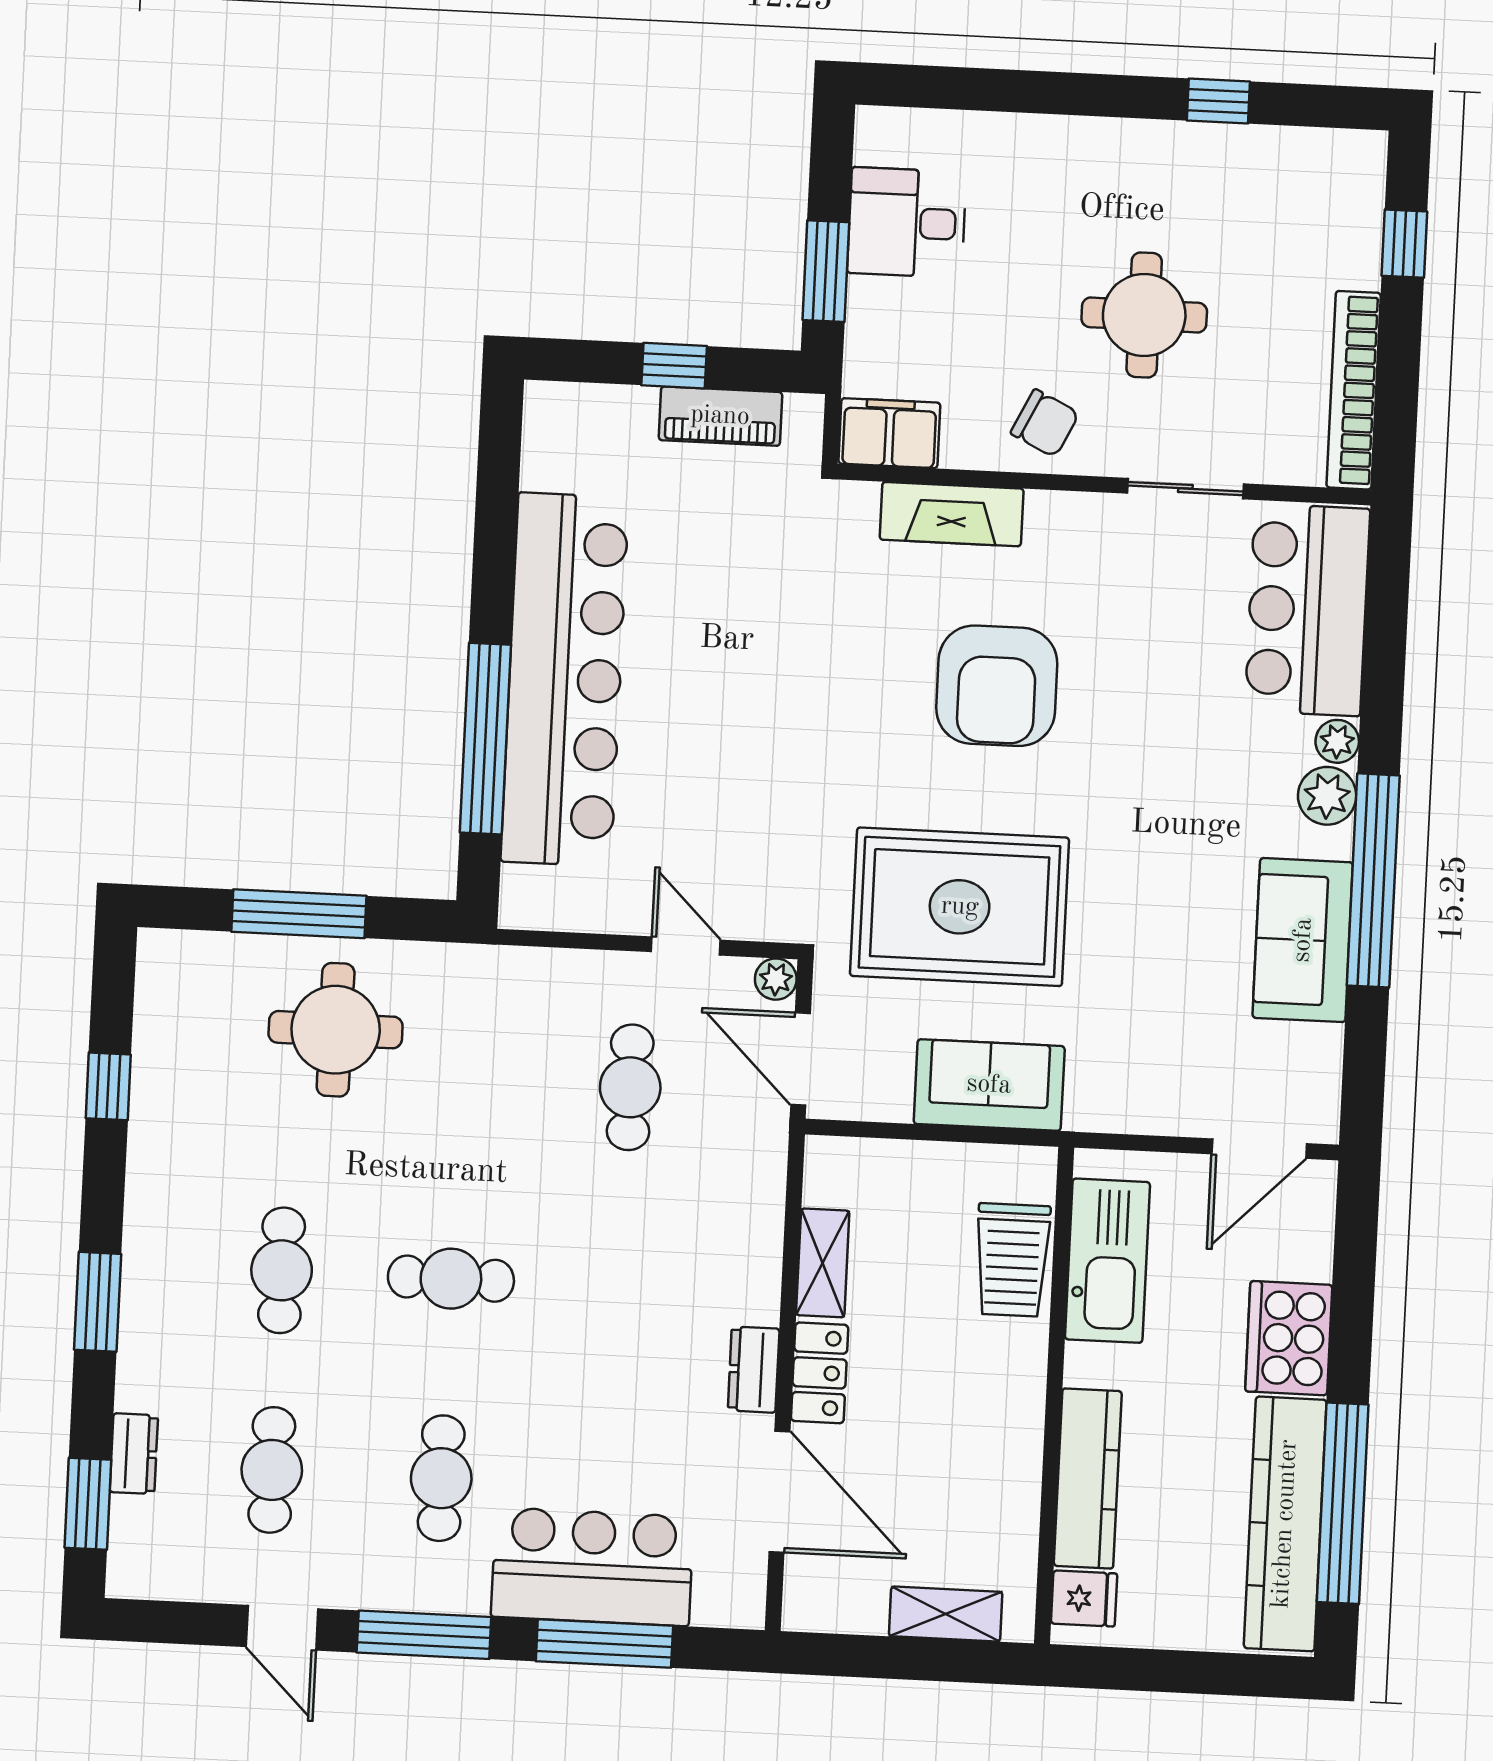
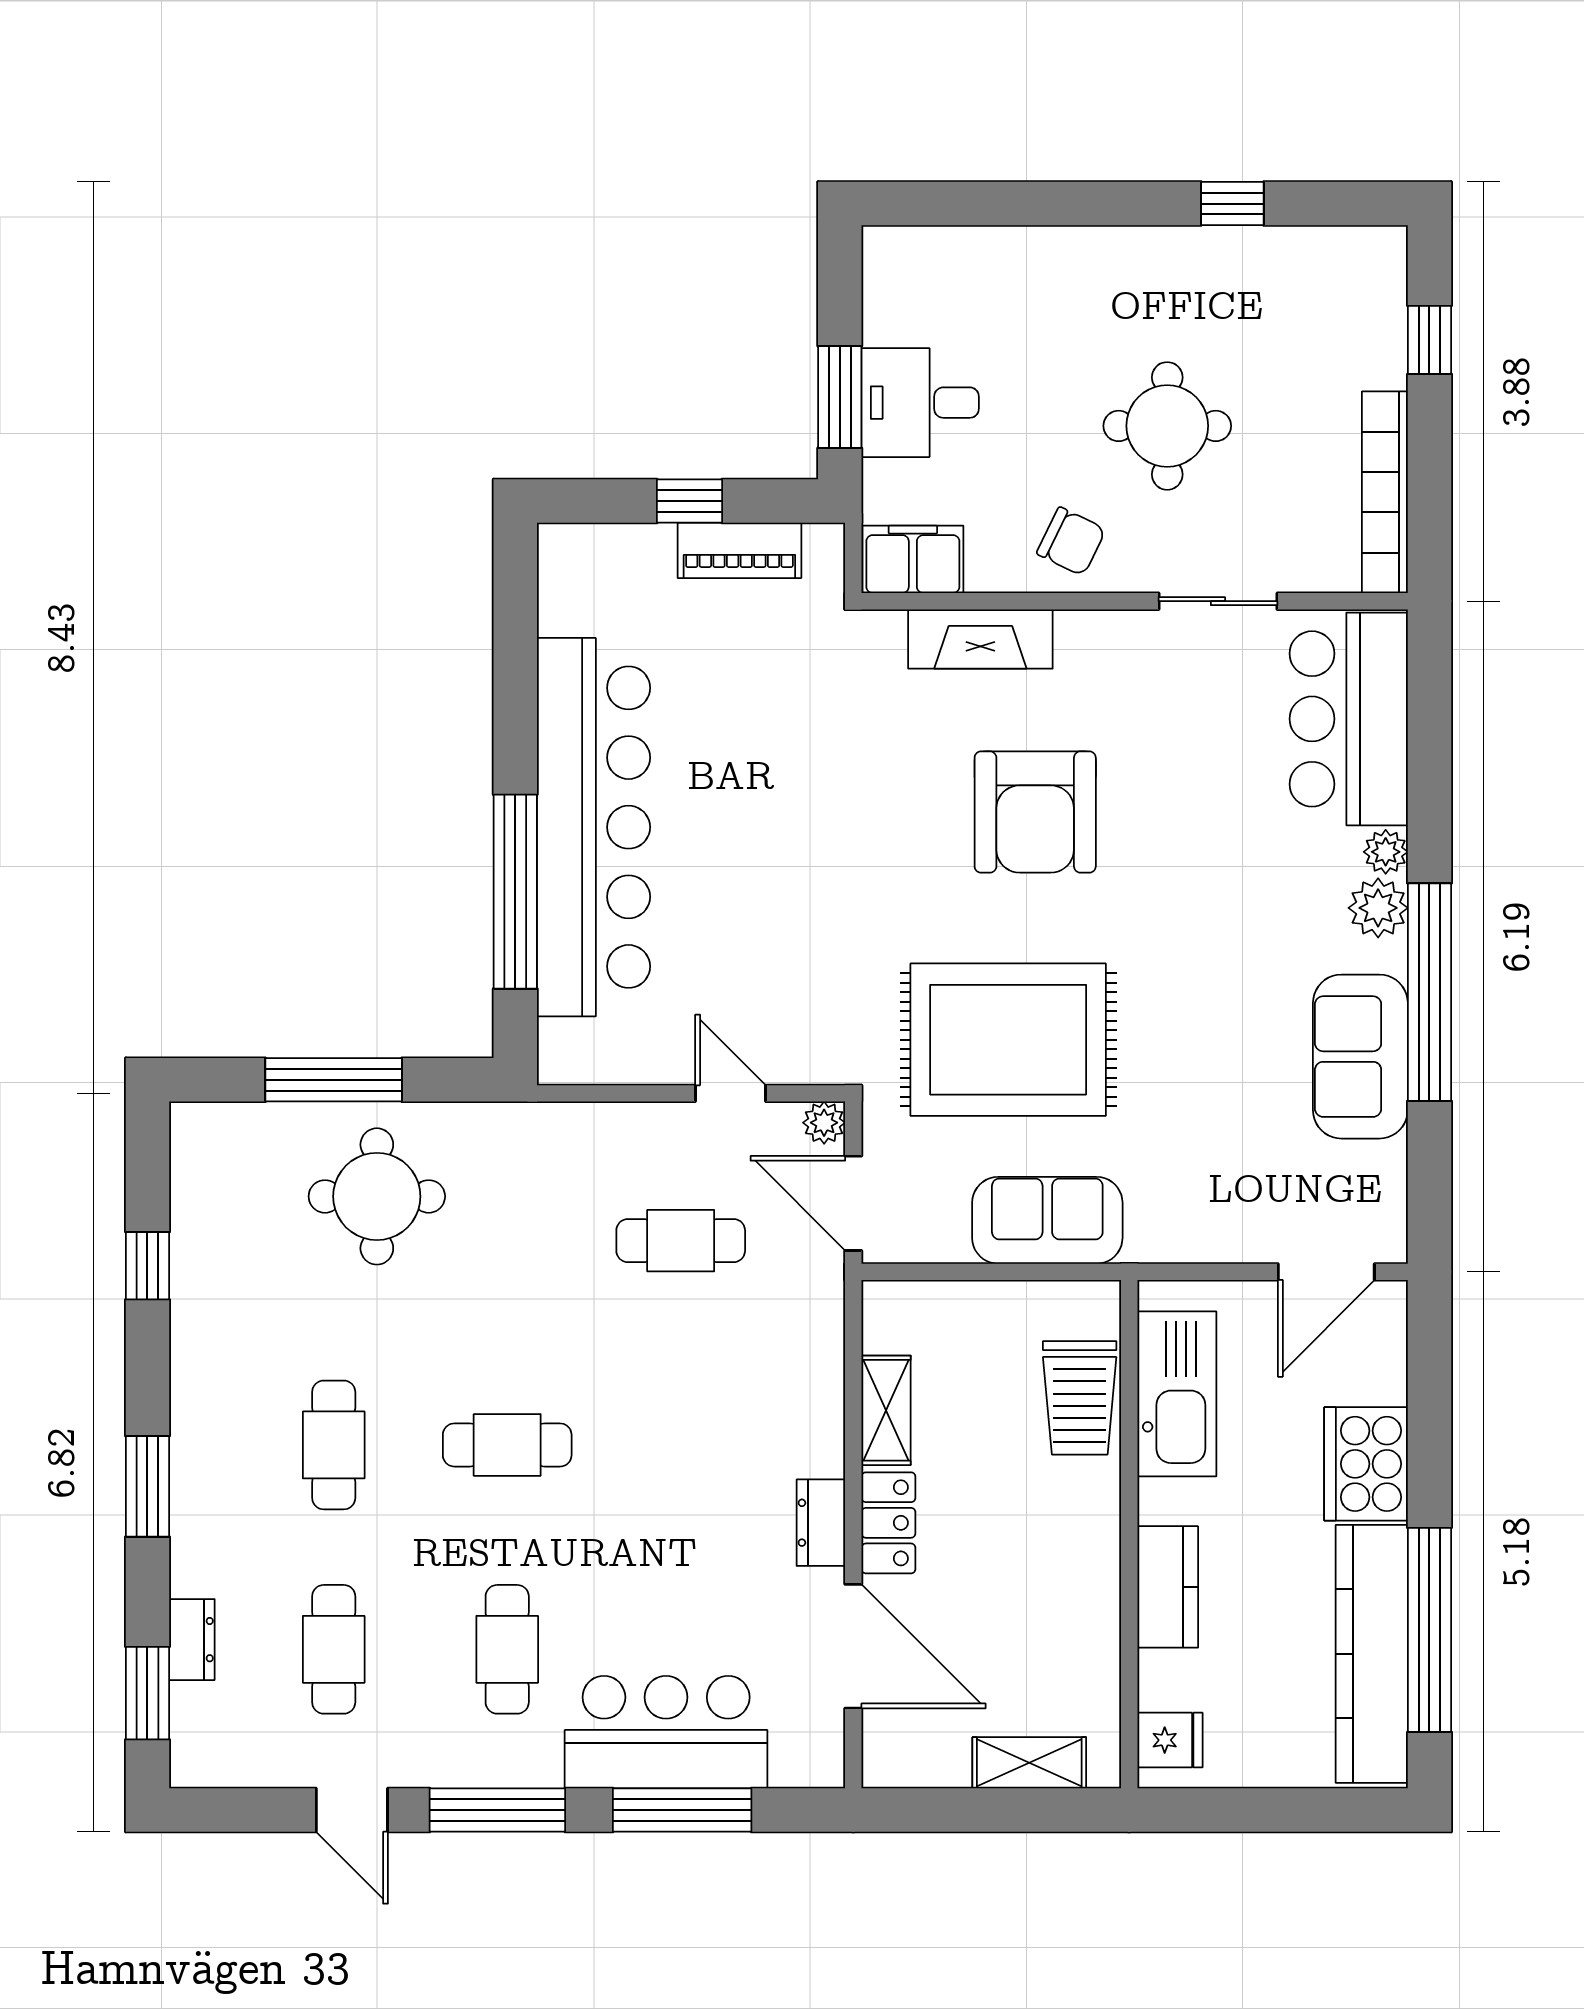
desk: (907, 223) -> (920, 403), moved
cafe table: (630, 1087) -> (681, 1241), turned 90
kitchen counter: (1088, 1479) -> (1168, 1587), width x0.67

